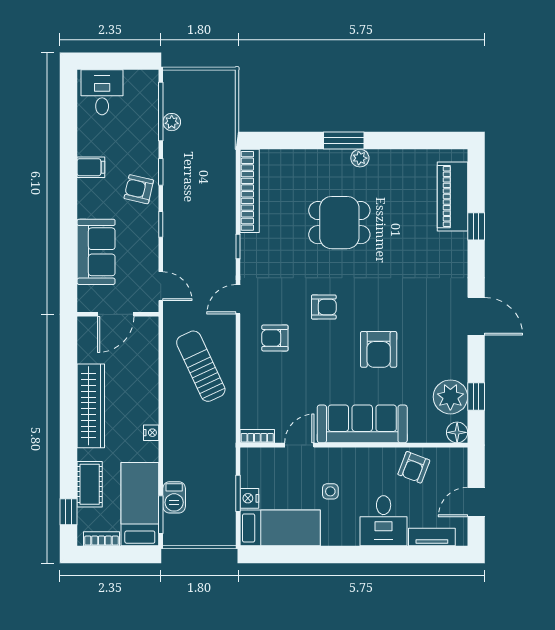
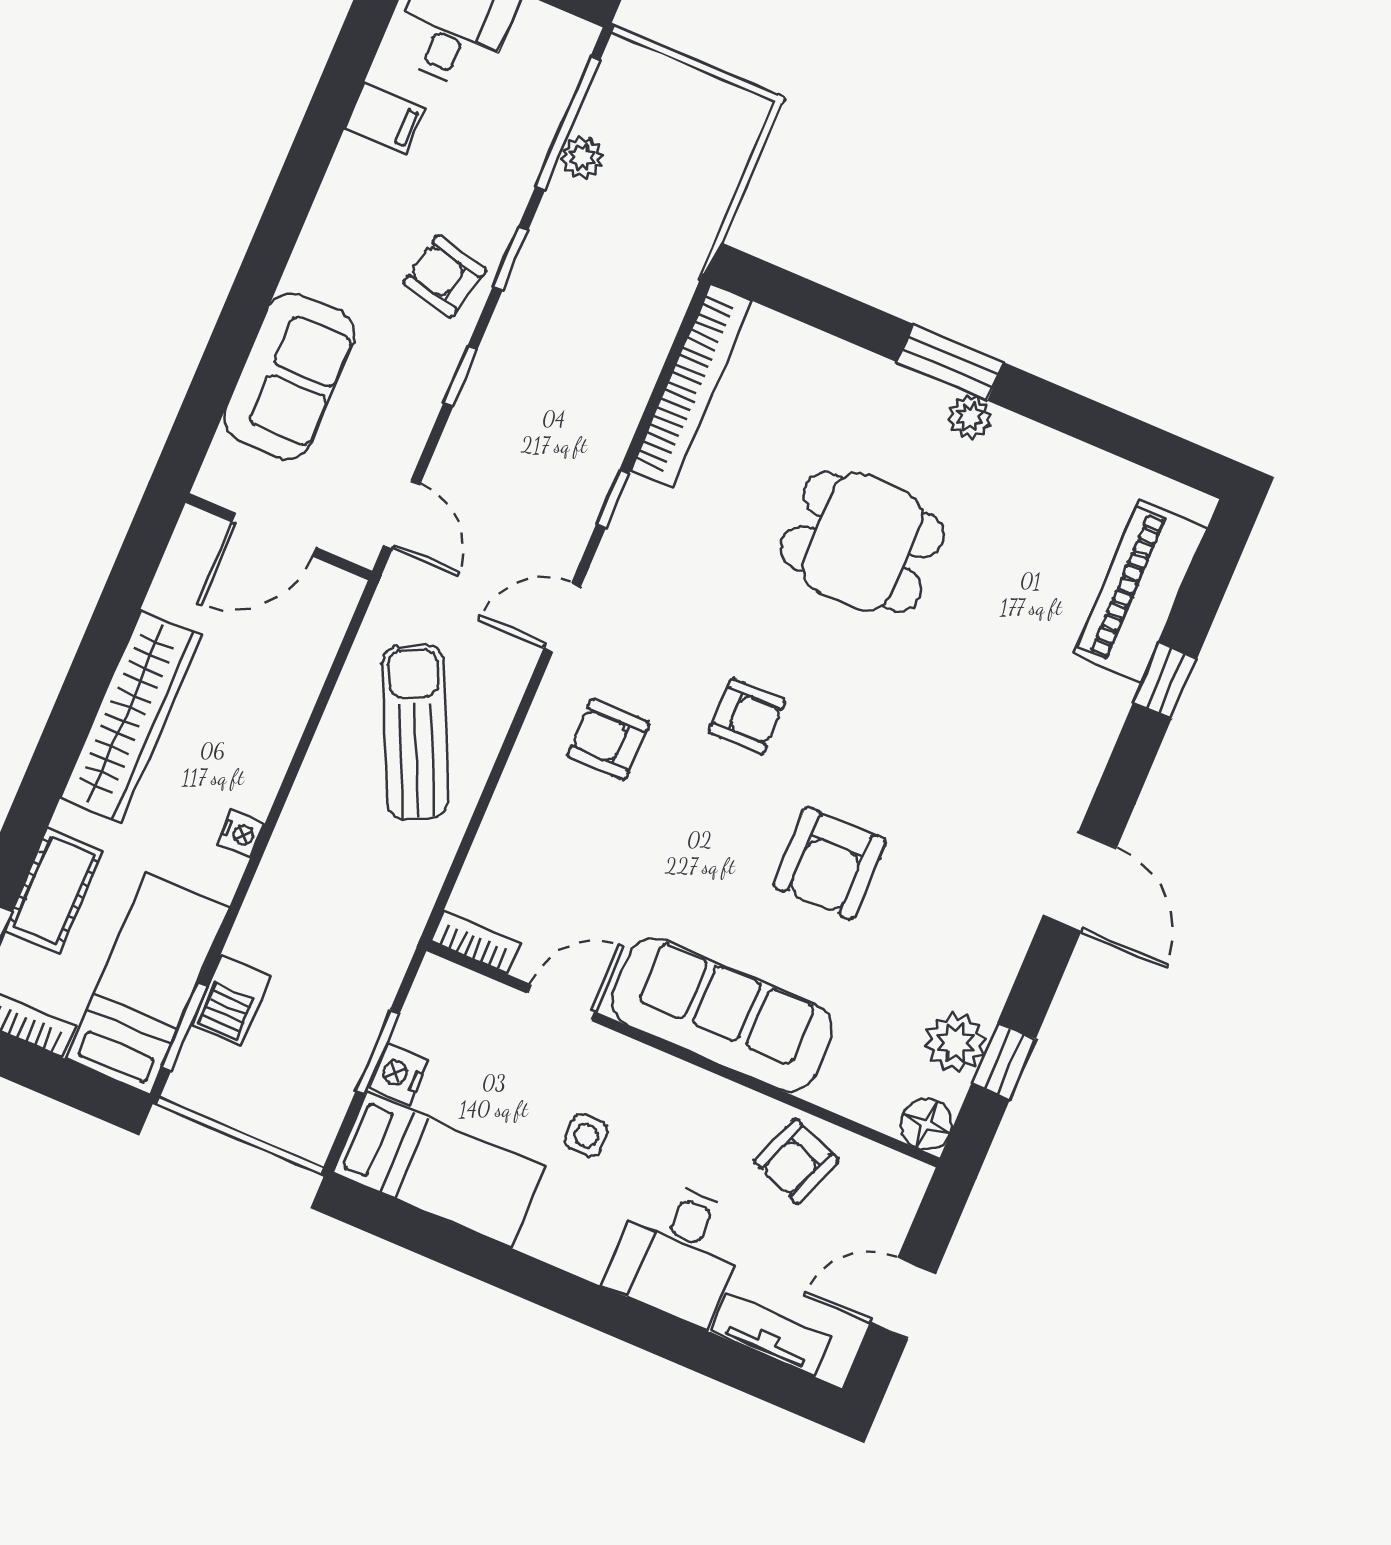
filing cabinet: (91, 167) -> (385, 118), moved
plant: (450, 397) -> (956, 1043), width x0.73, depth x0.73

